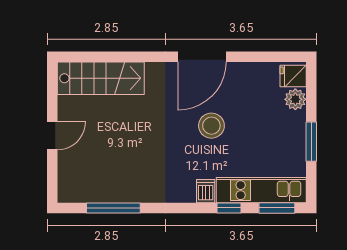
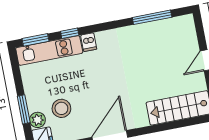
stool: (211, 126) -> (61, 108), moved
window: (311, 142) -> (24, 109), moved

